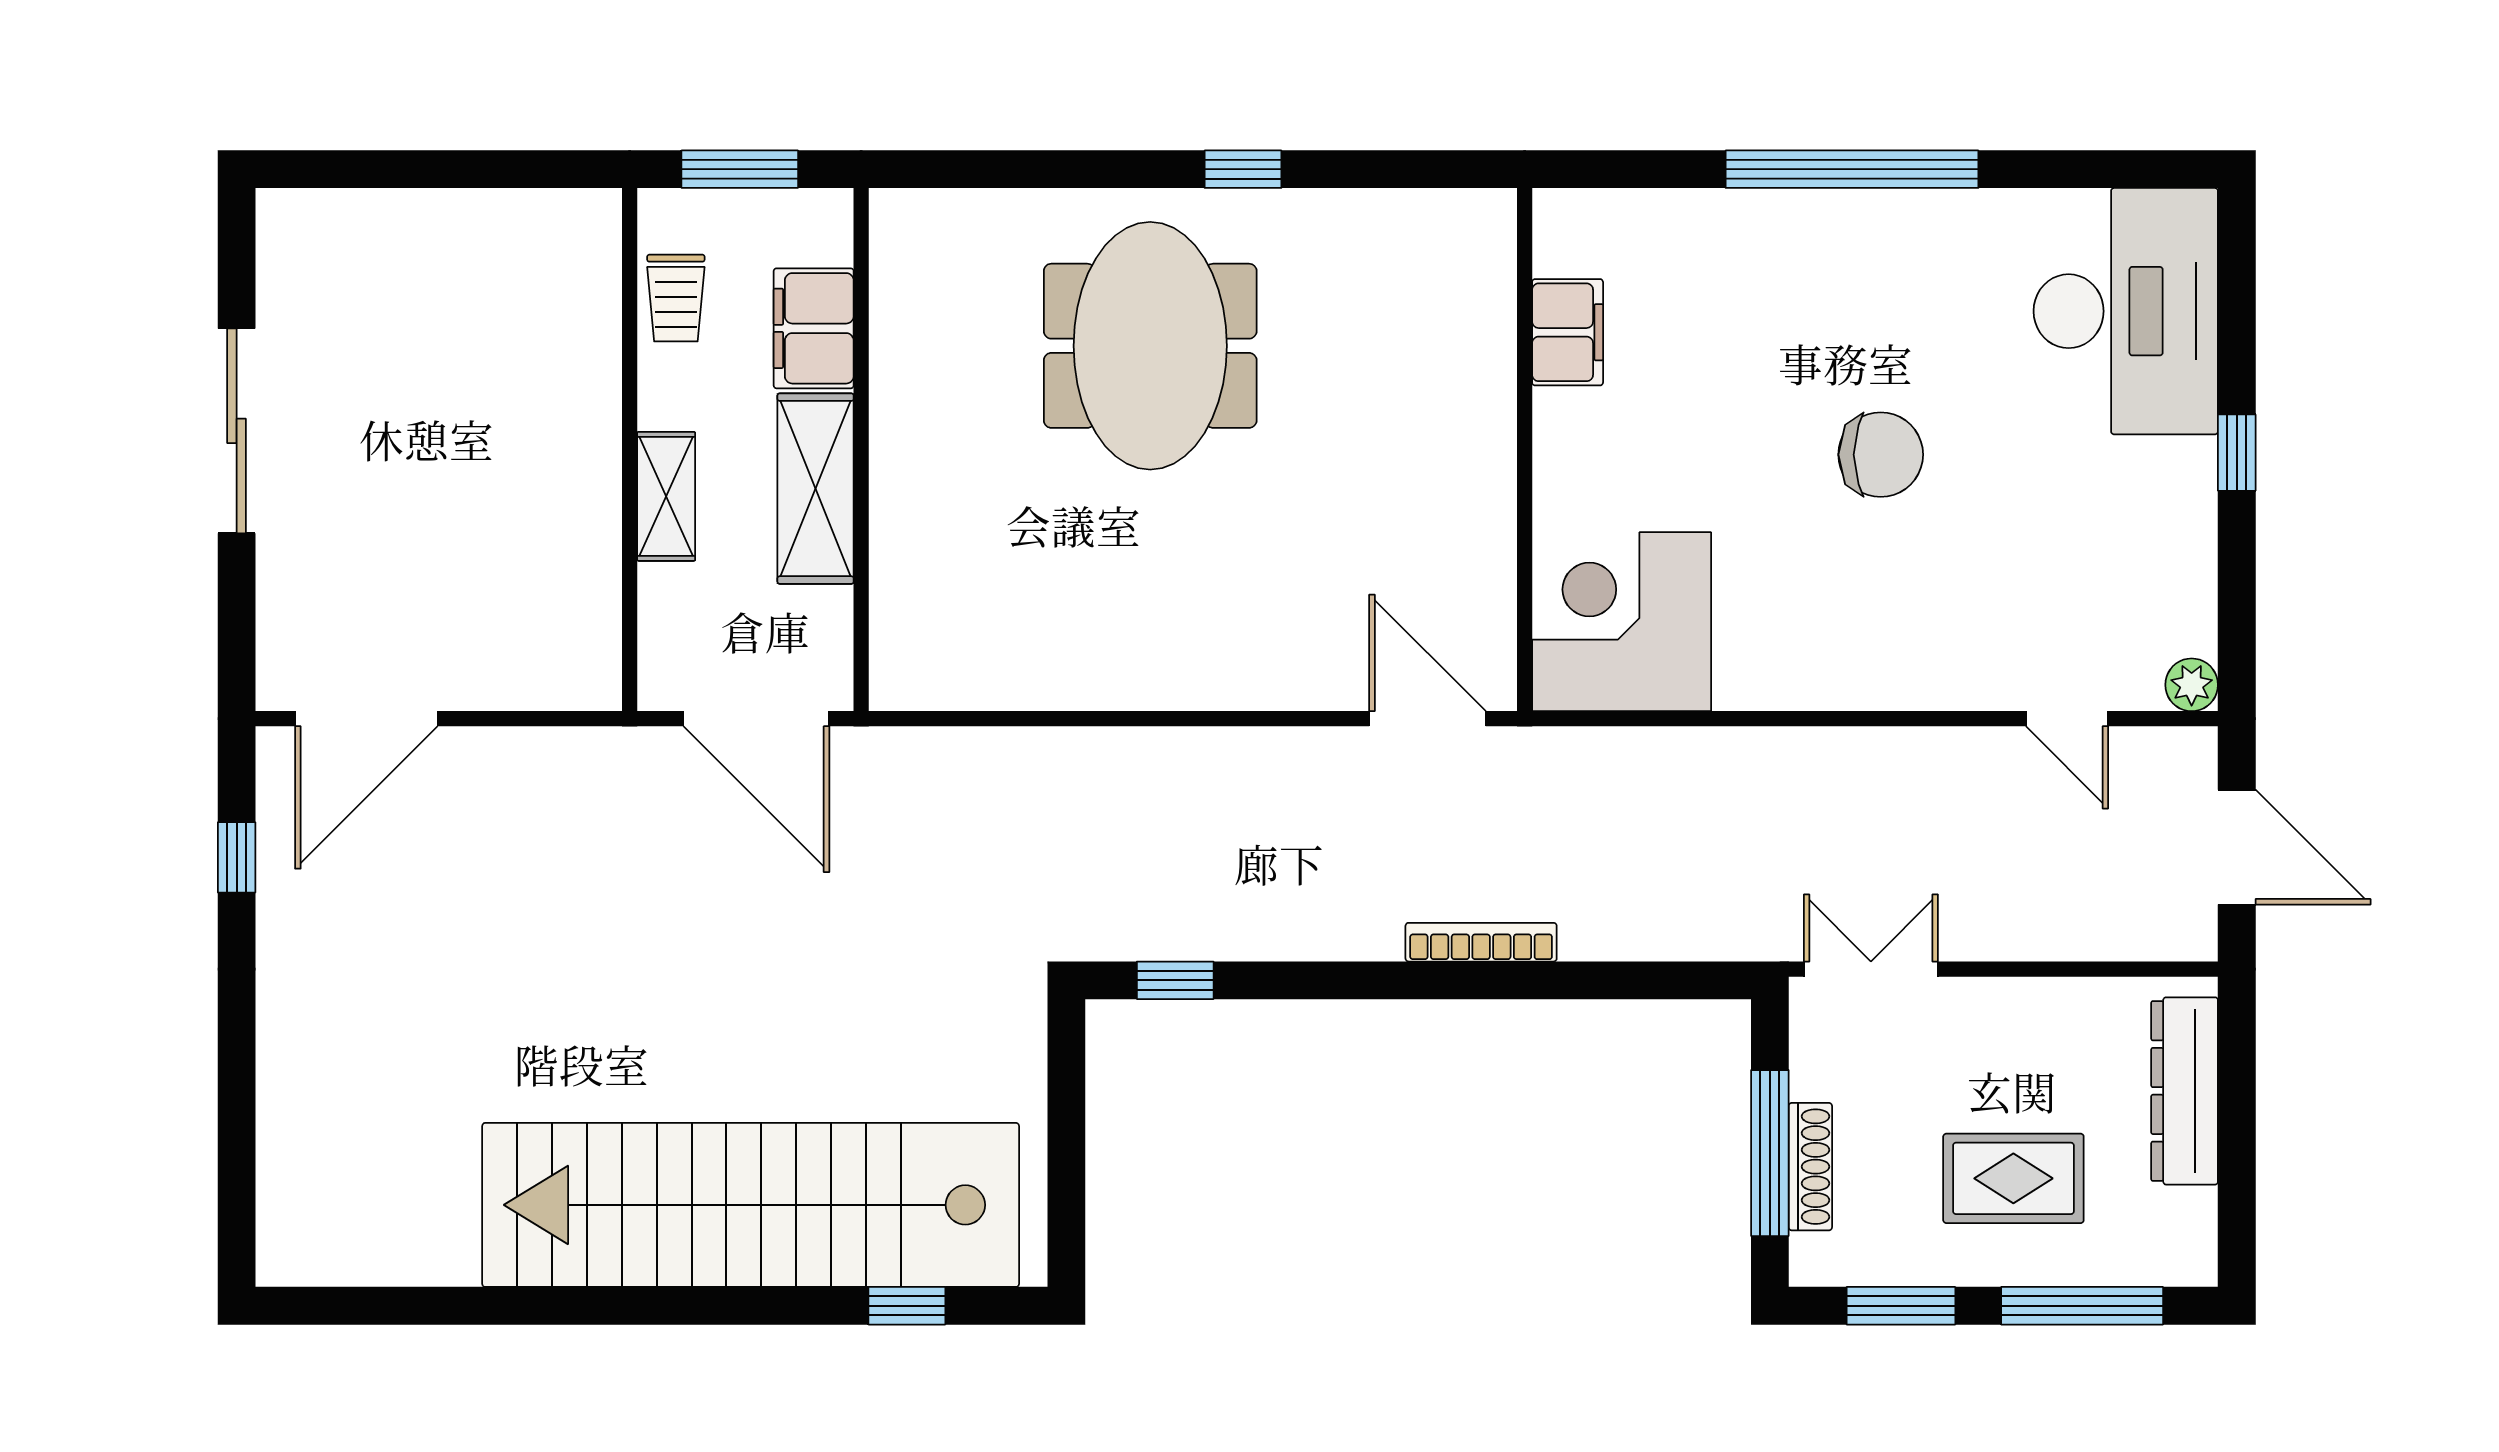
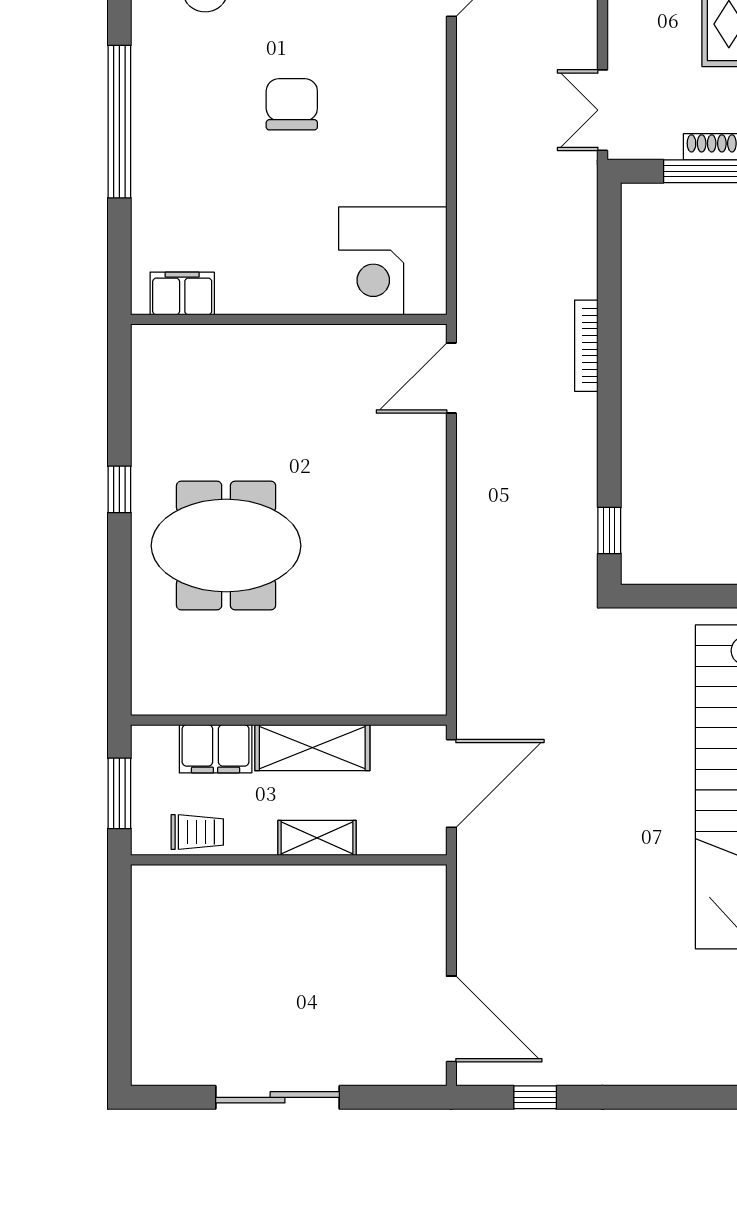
filing cabinet: (1568, 332) -> (182, 293), moved

